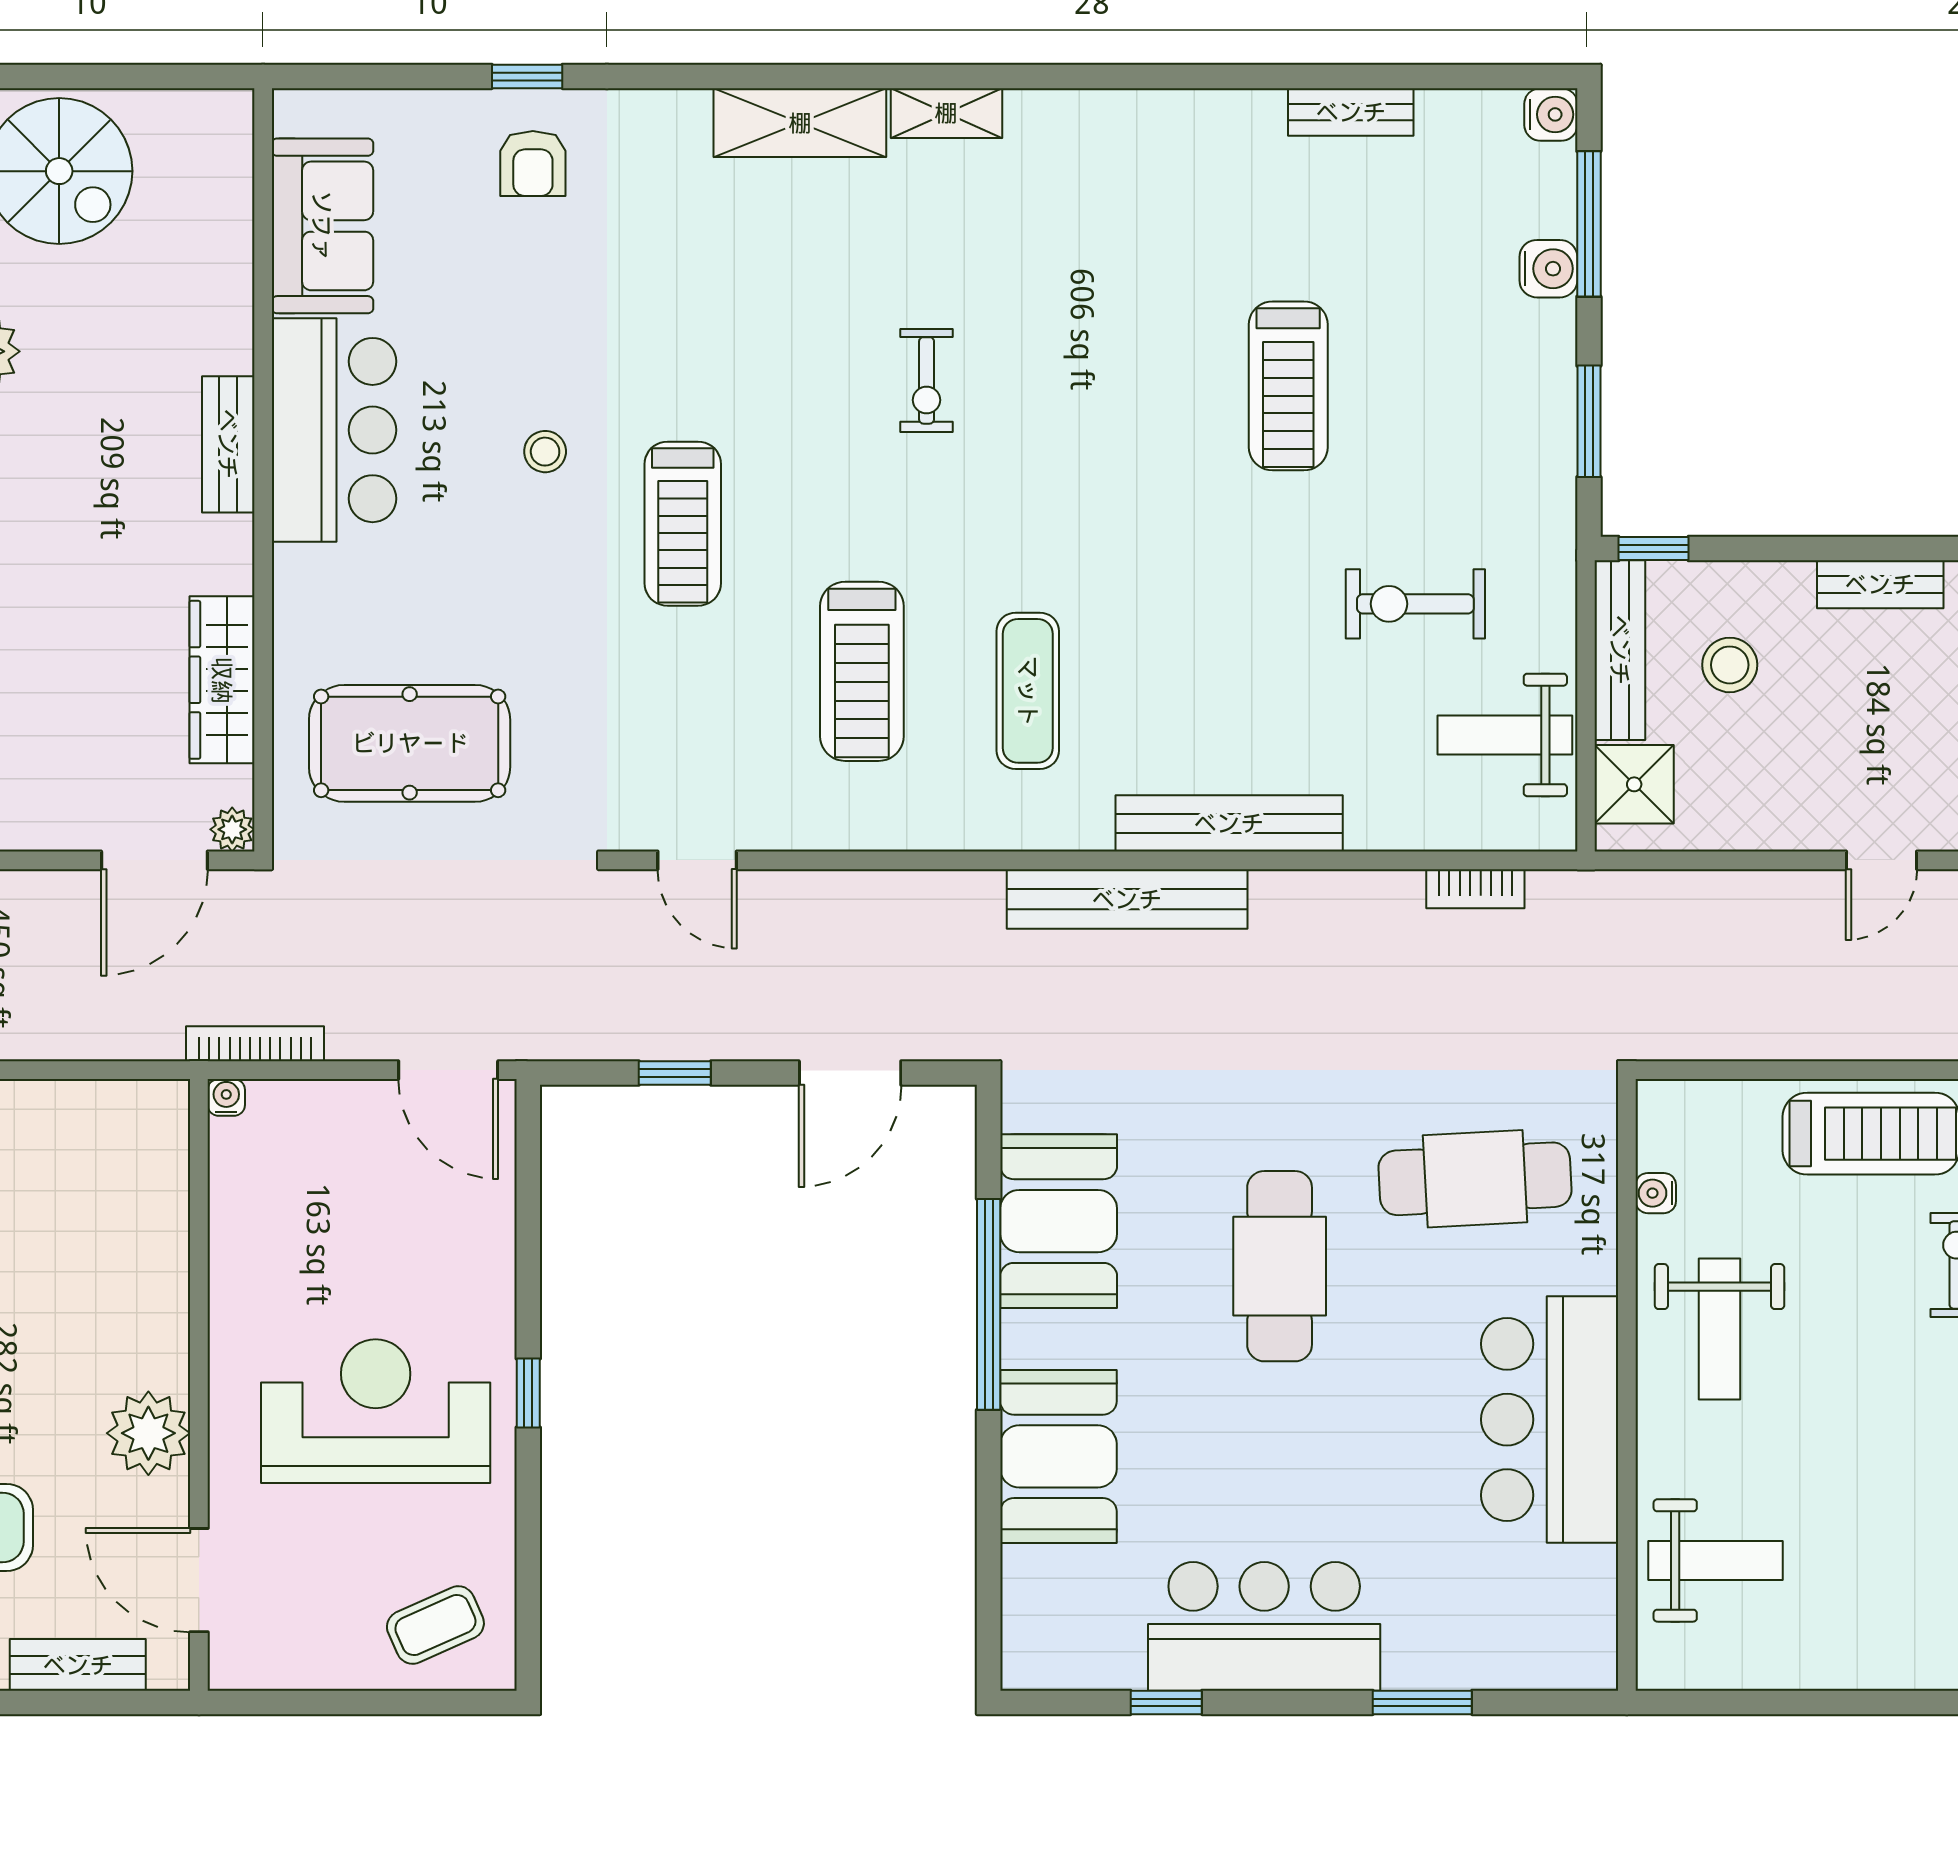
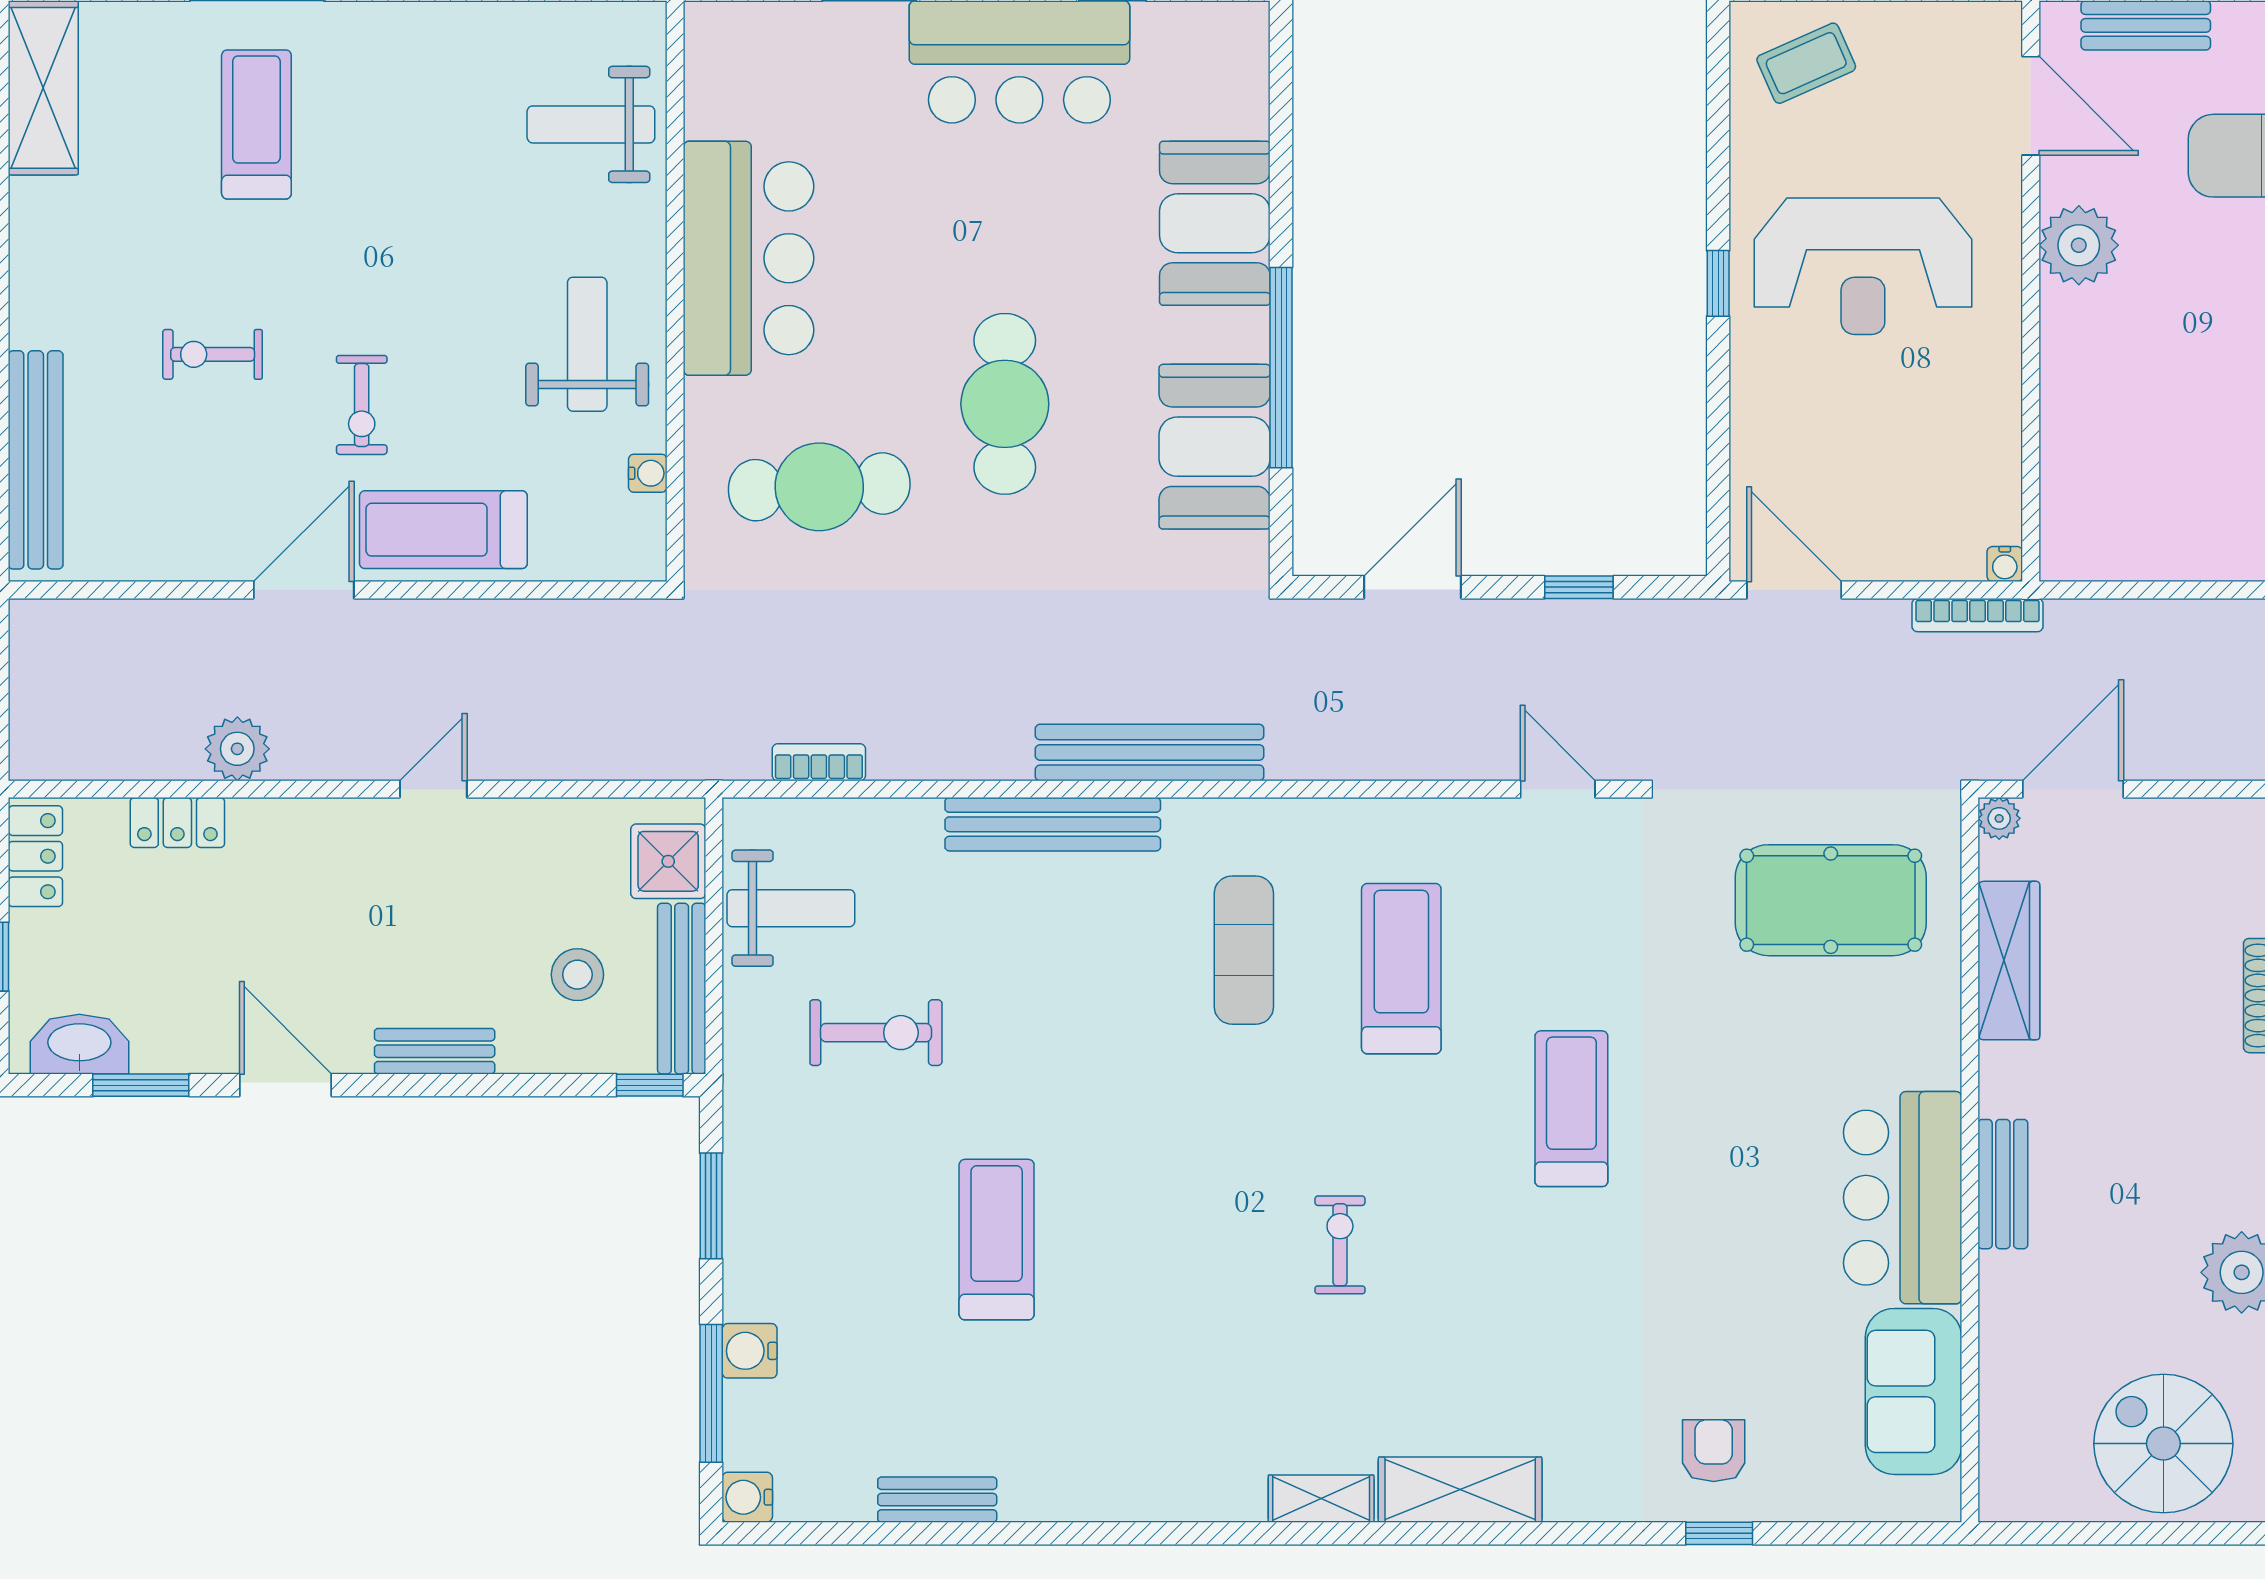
stool: (545, 452) -> (1702, 1177), removed

